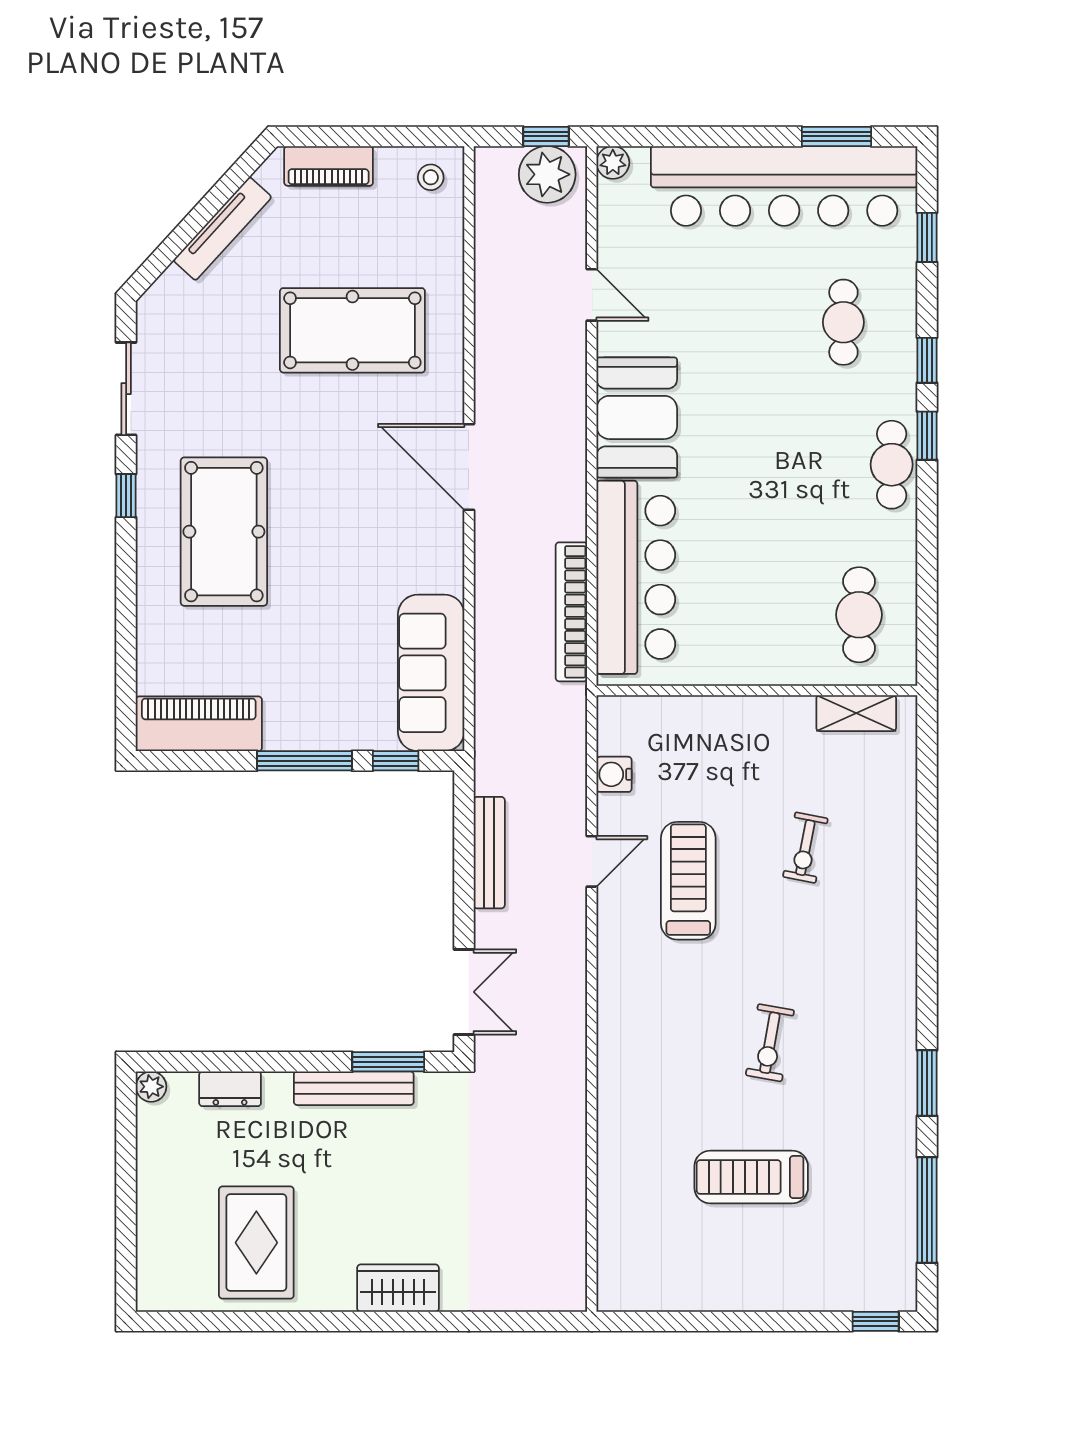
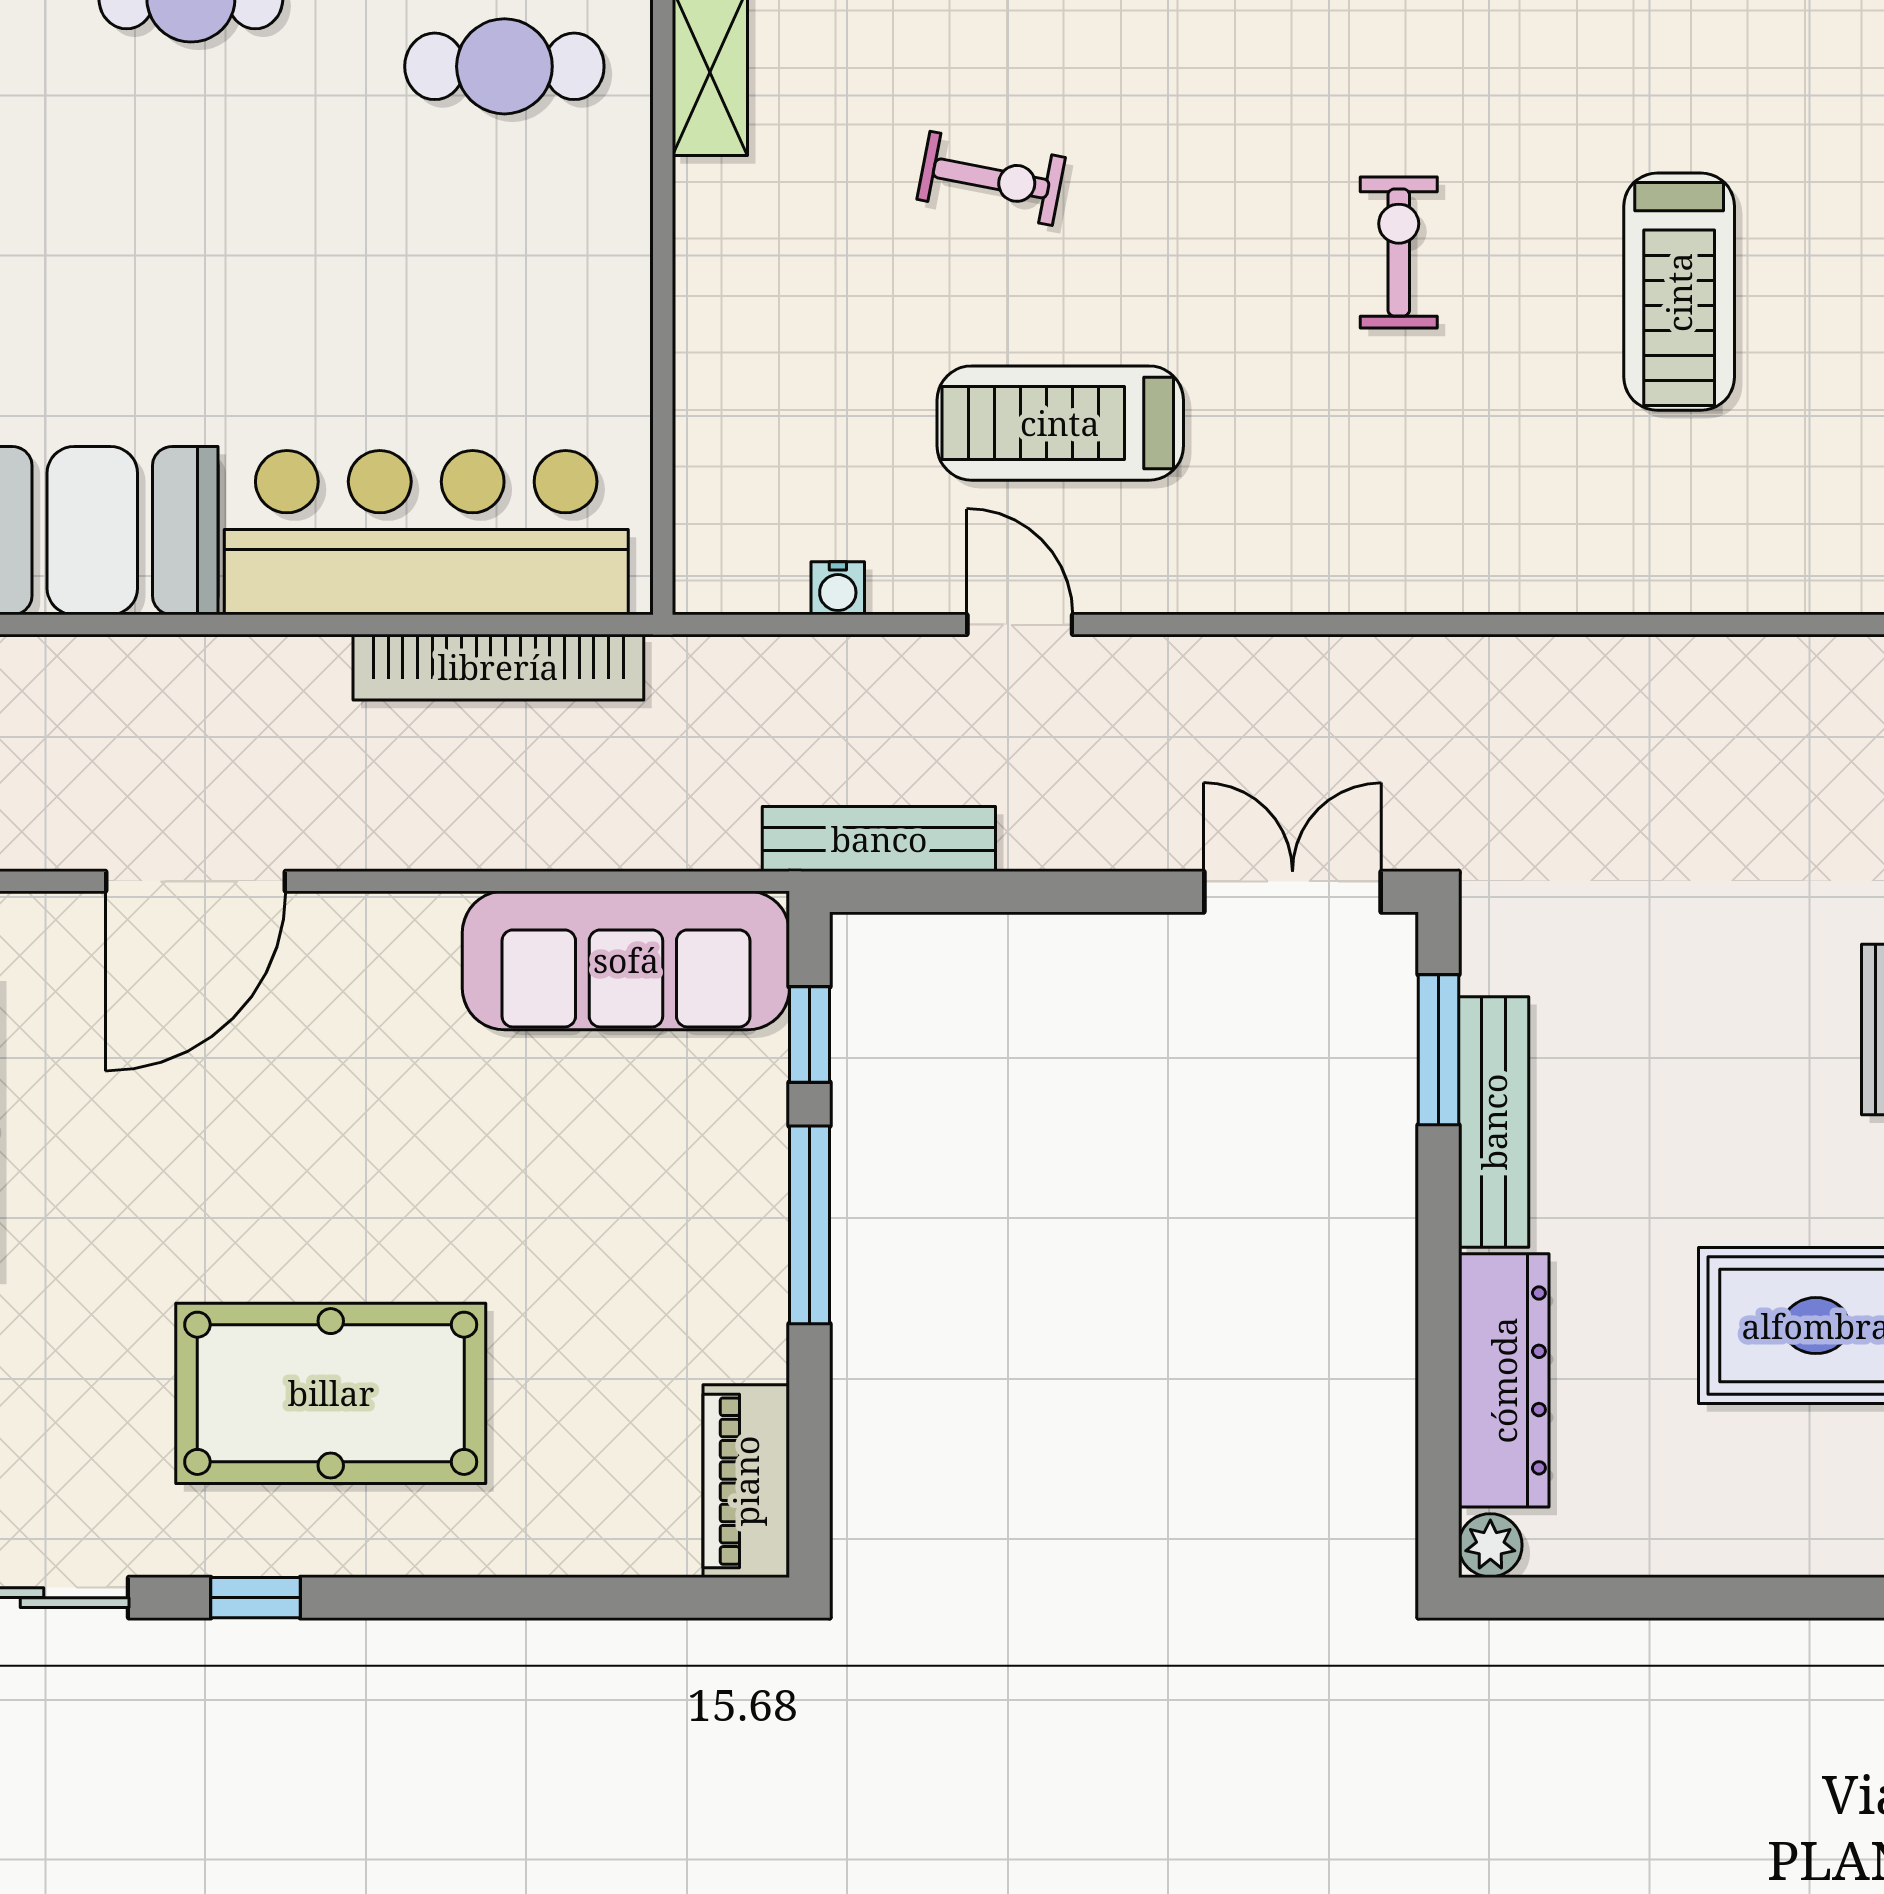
piano: (199, 724) -> (746, 1481), width x0.73, depth x0.75
water cooler: (614, 774) -> (838, 588), width x0.72, depth x0.72
bench: (489, 853) -> (879, 839), moved
exercise bike: (770, 1043) -> (1399, 252), turned -100
dresser: (230, 1089) -> (1504, 1380), width x1.96, depth x1.24

